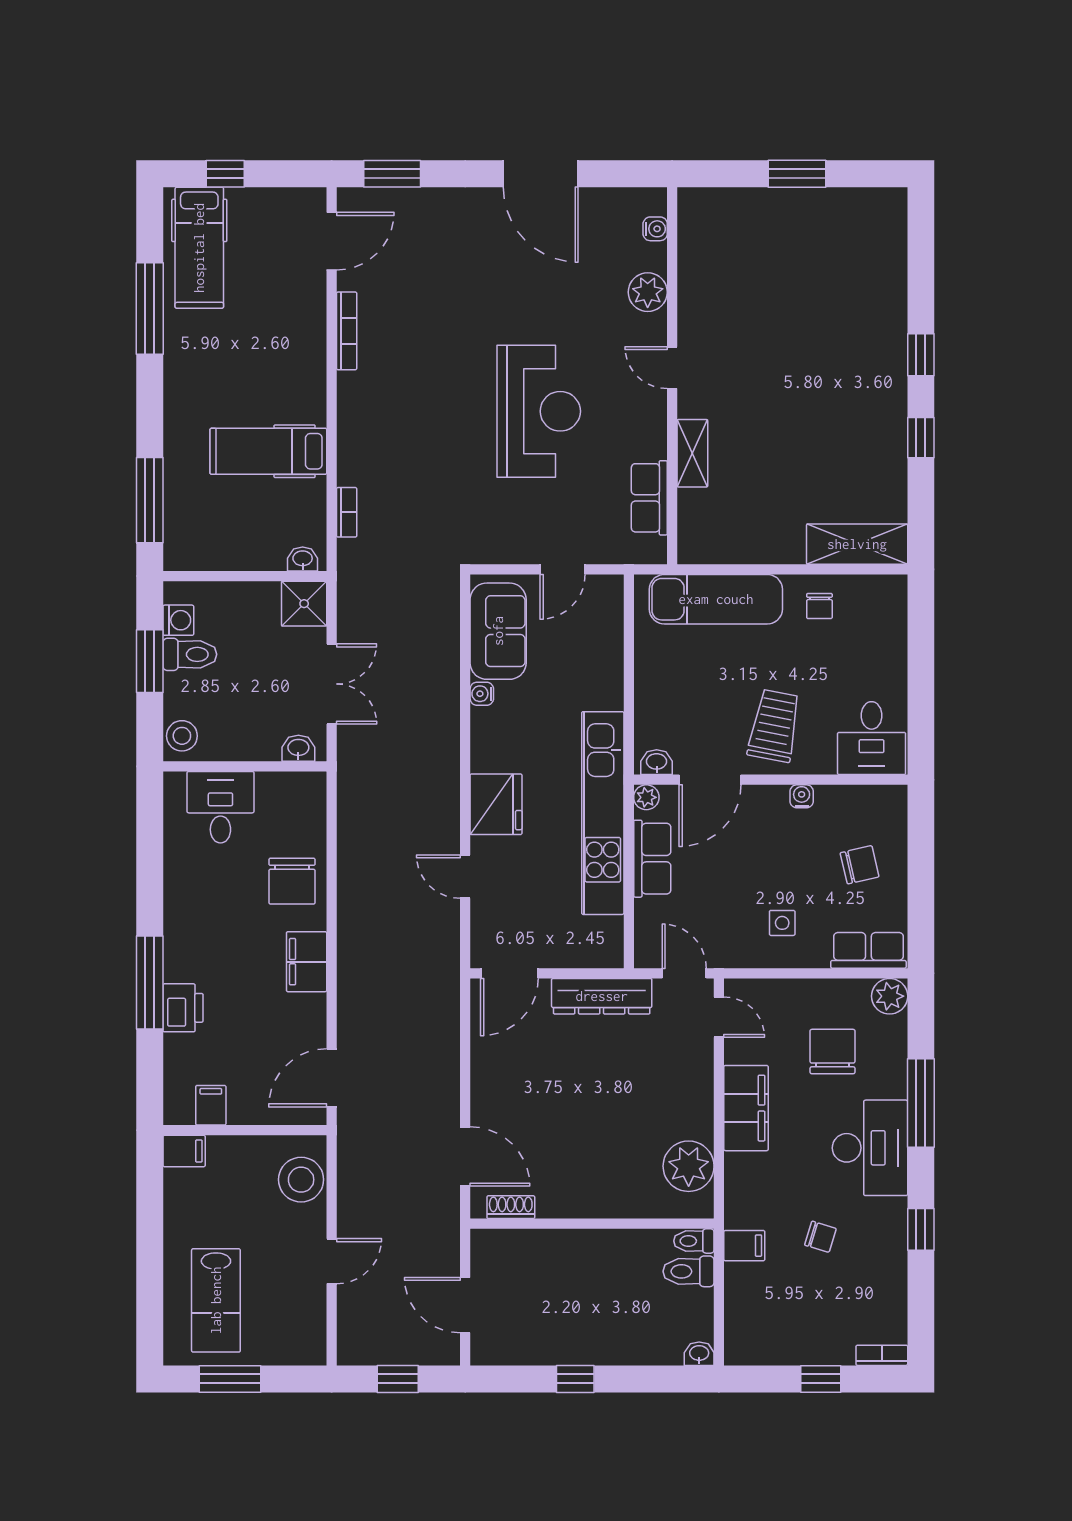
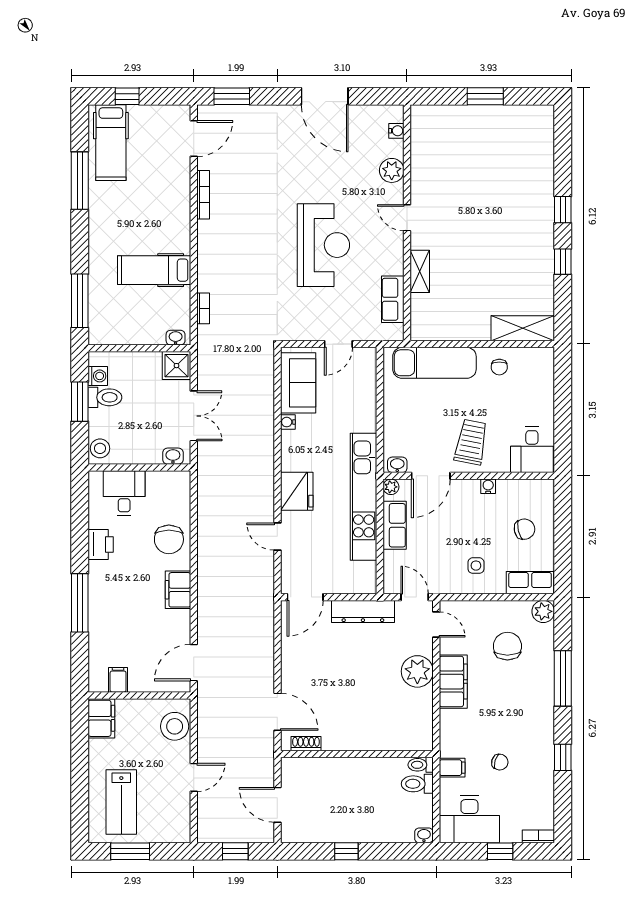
printer: (183, 1008) -> (101, 544), moved
desk: (870, 1148) -> (469, 819), moved, turned 90
filing cabinet: (184, 1151) -> (101, 718), width x2.00
plant: (689, 1166) -> (417, 671), moved

